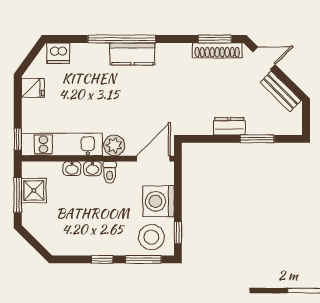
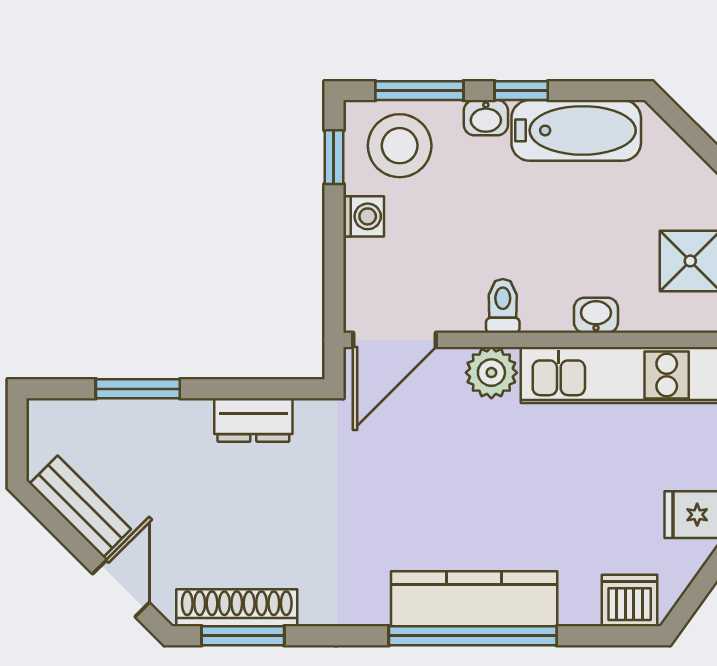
kitchen counter: (132, 54) -> (474, 599), width x1.50
door: (264, 58) -> (121, 588), swing flipped
dresser: (229, 126) -> (253, 420), moved
washbasin: (93, 169) -> (486, 118), moved, turned 180
washing machine: (159, 201) -> (364, 216), width x0.53, depth x0.53
bathtub: (80, 243) -> (576, 130), added

